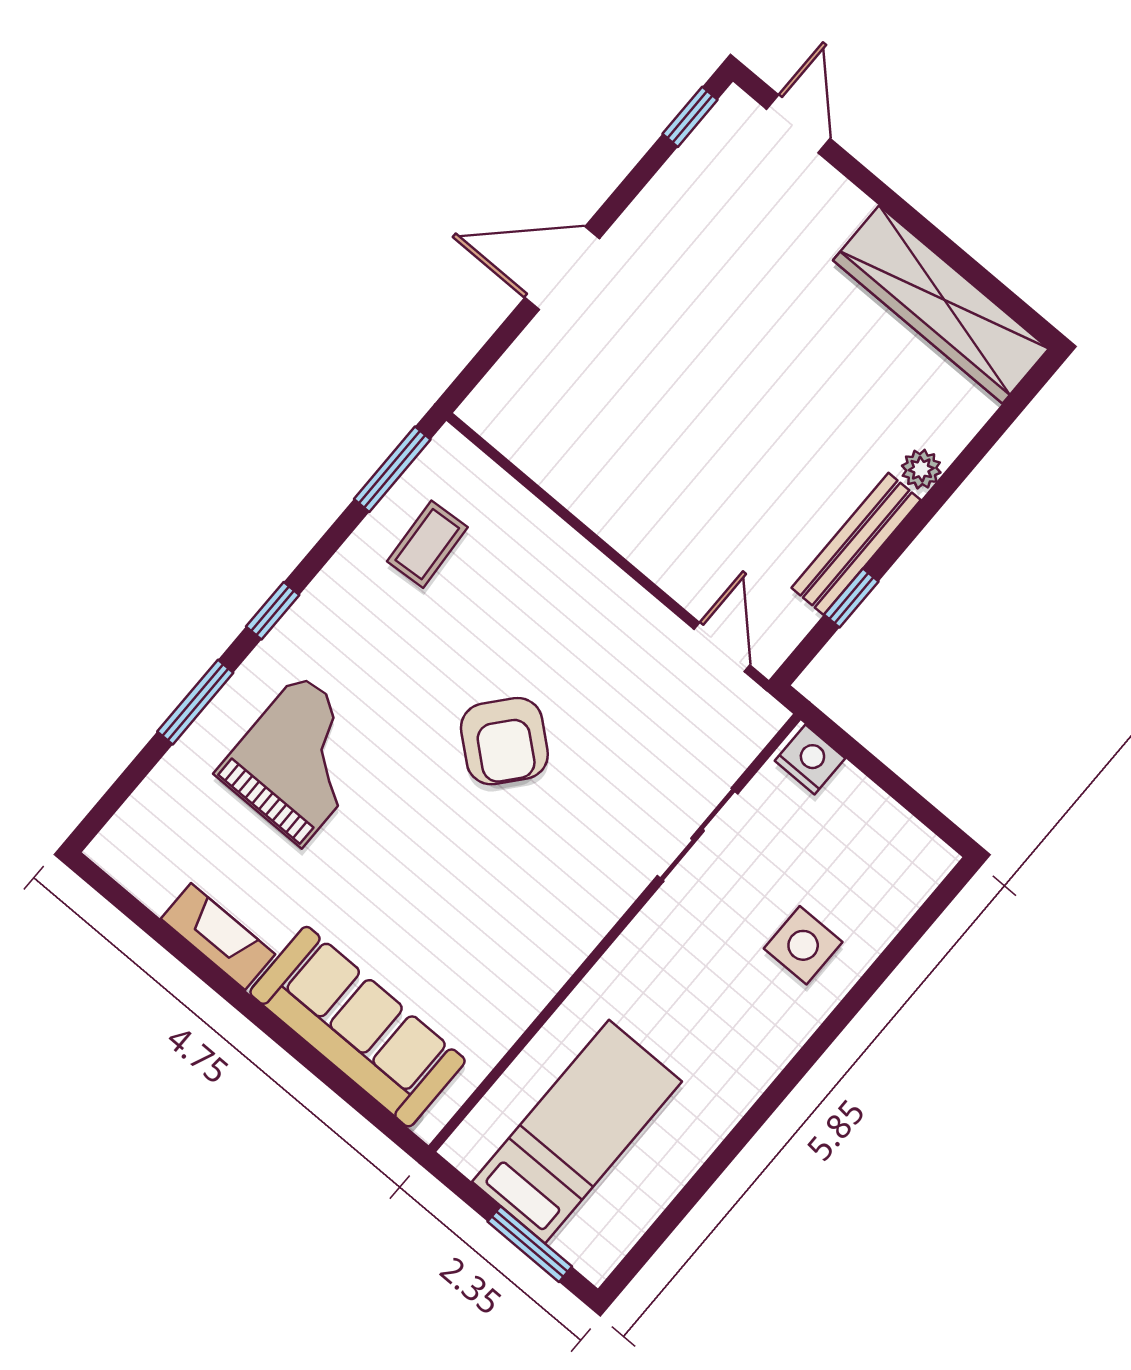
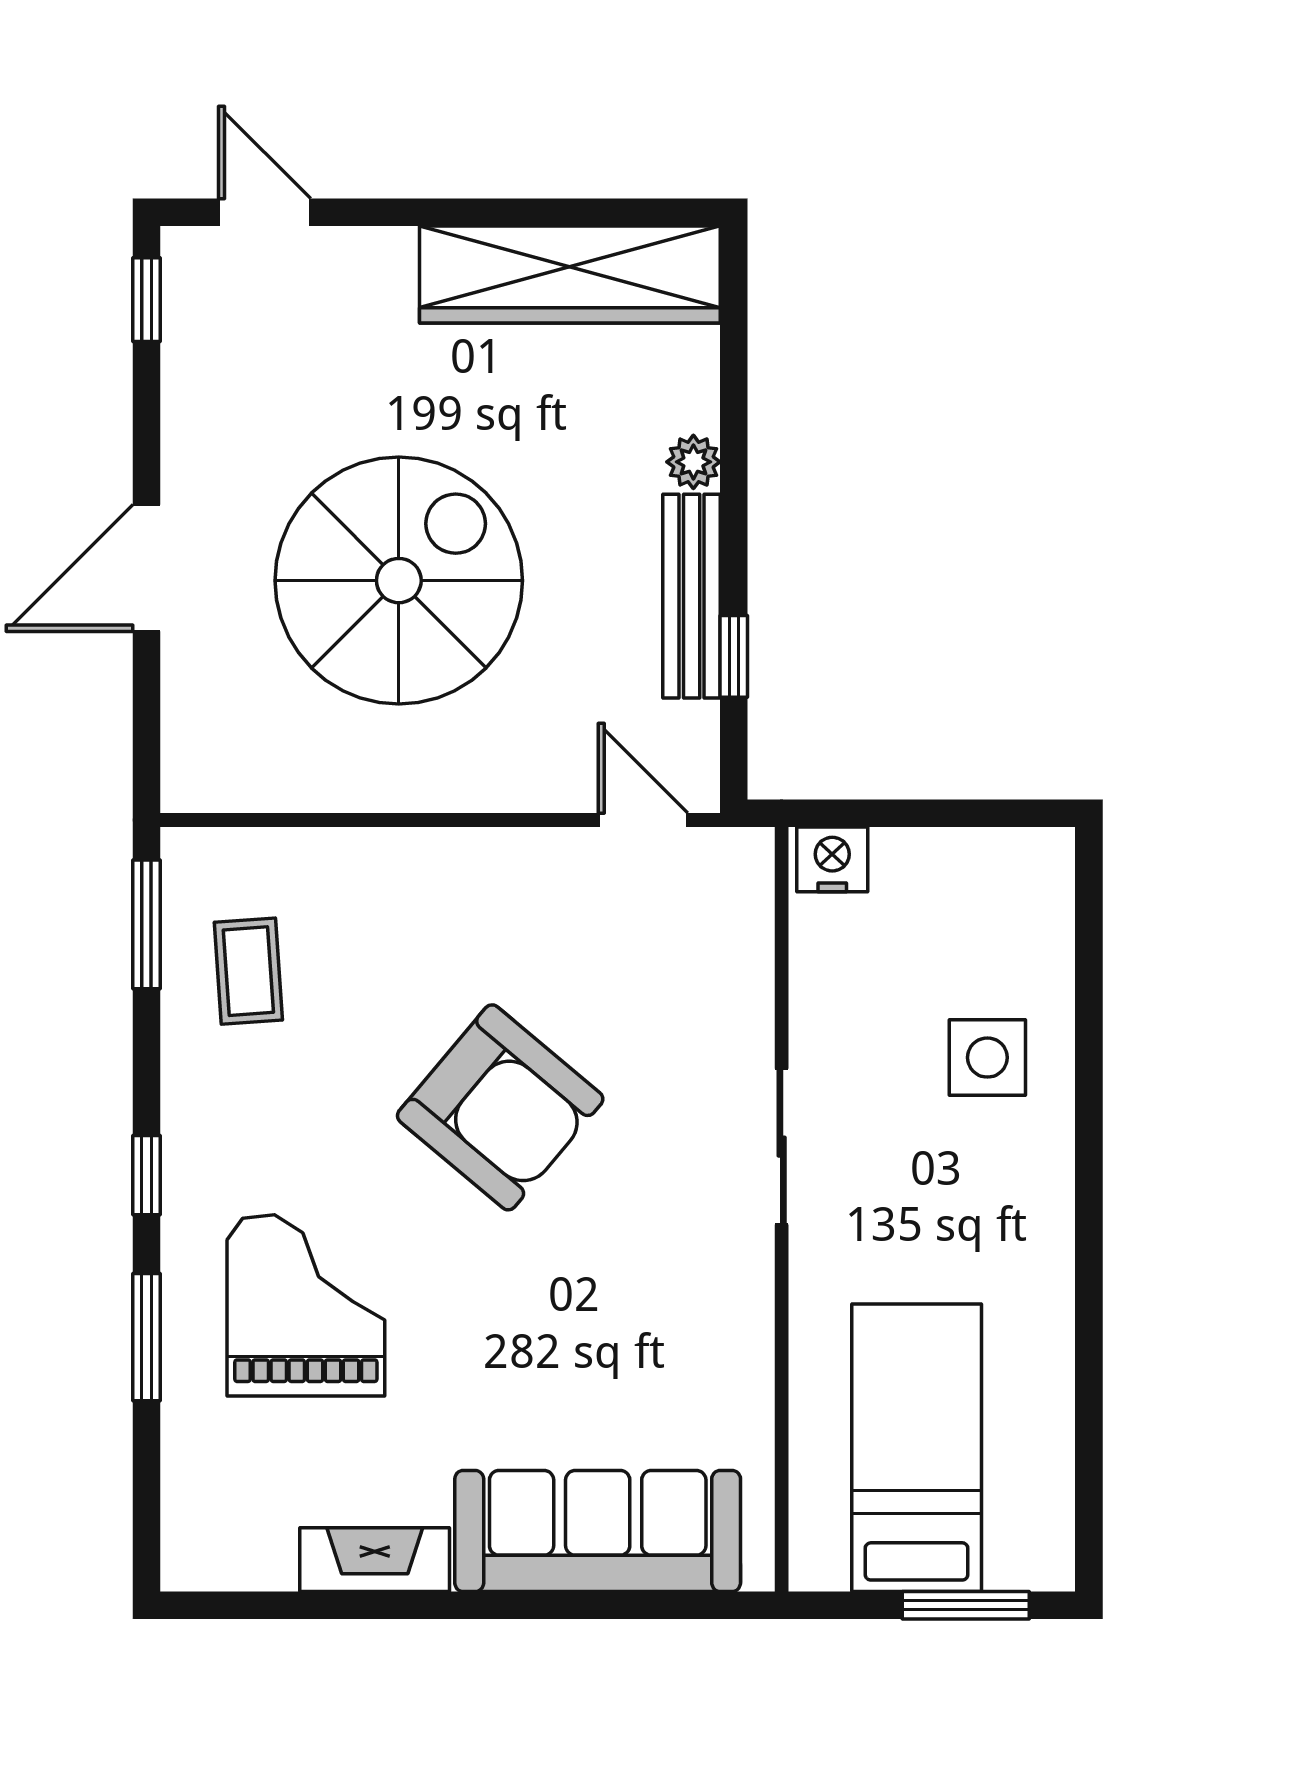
spiral stairs: (698, 396) -> (399, 581), added
armchair: (504, 741) -> (500, 1107), width x1.36, depth x1.36
sliding door: (698, 835) -> (782, 1147), moved

